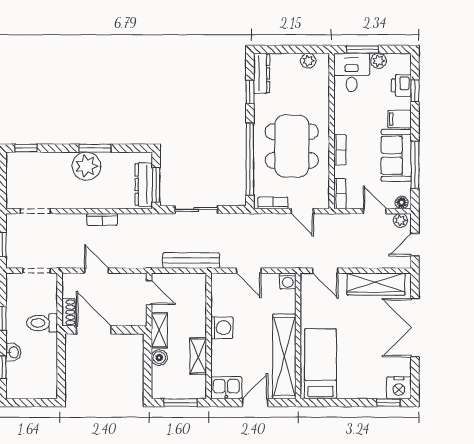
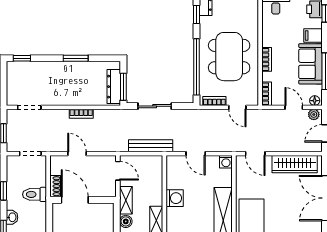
plant: (86, 166) -> (69, 72), removed

